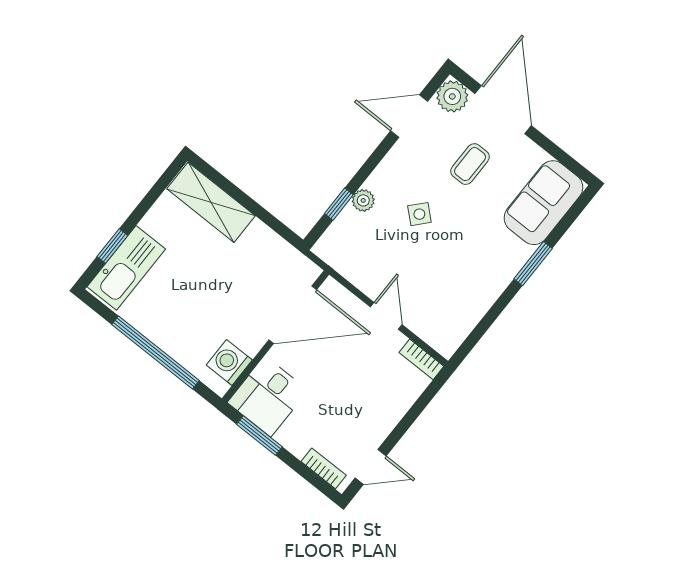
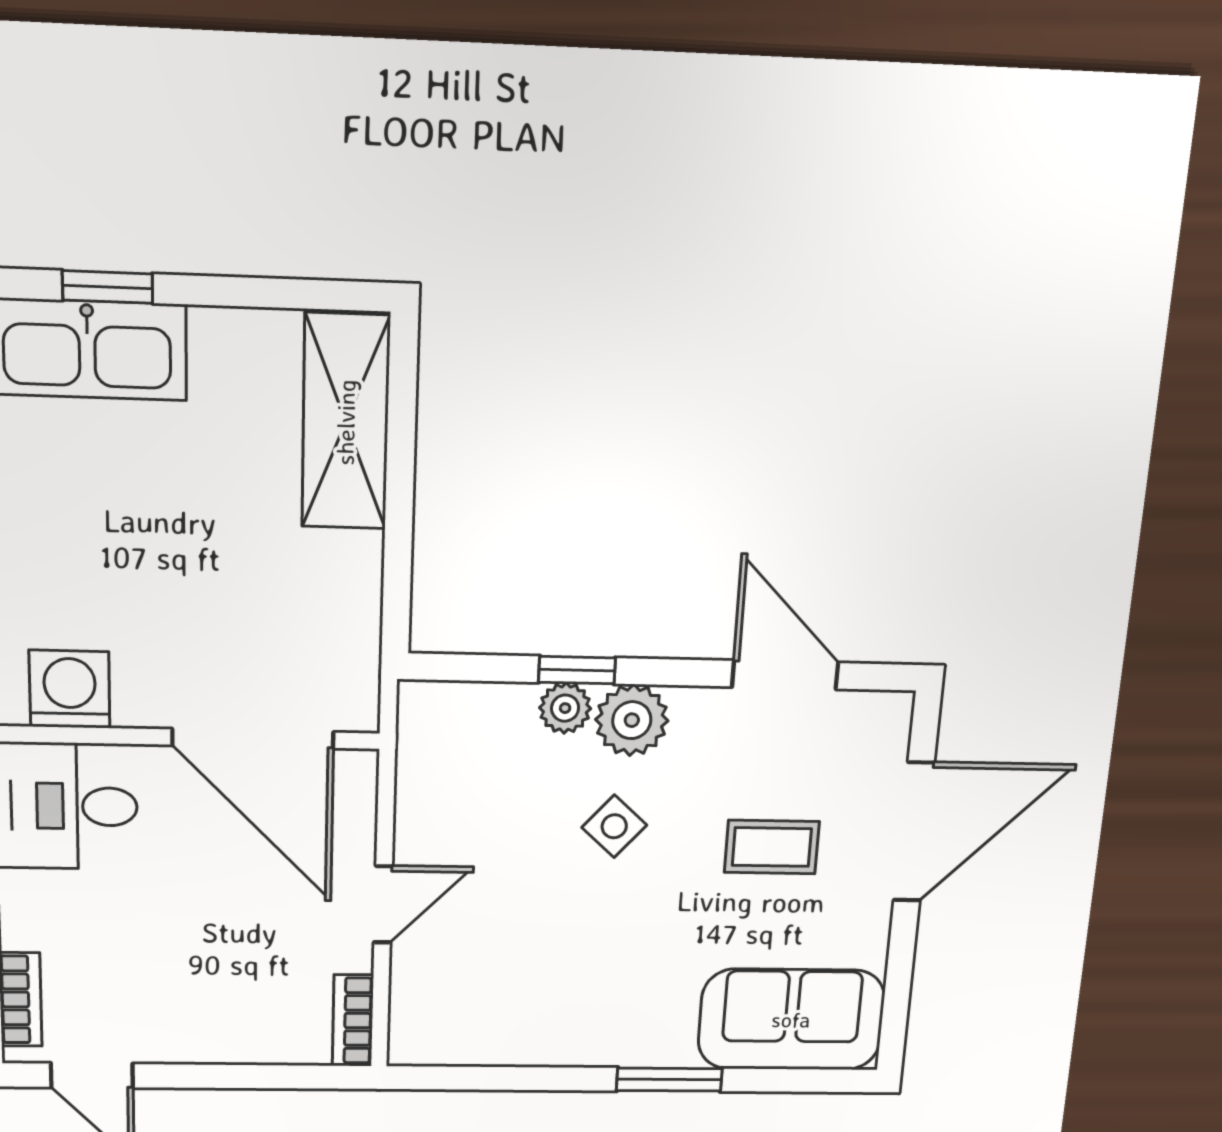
plant: (452, 96) -> (632, 720), moved
window: (339, 204) -> (577, 670), moved

